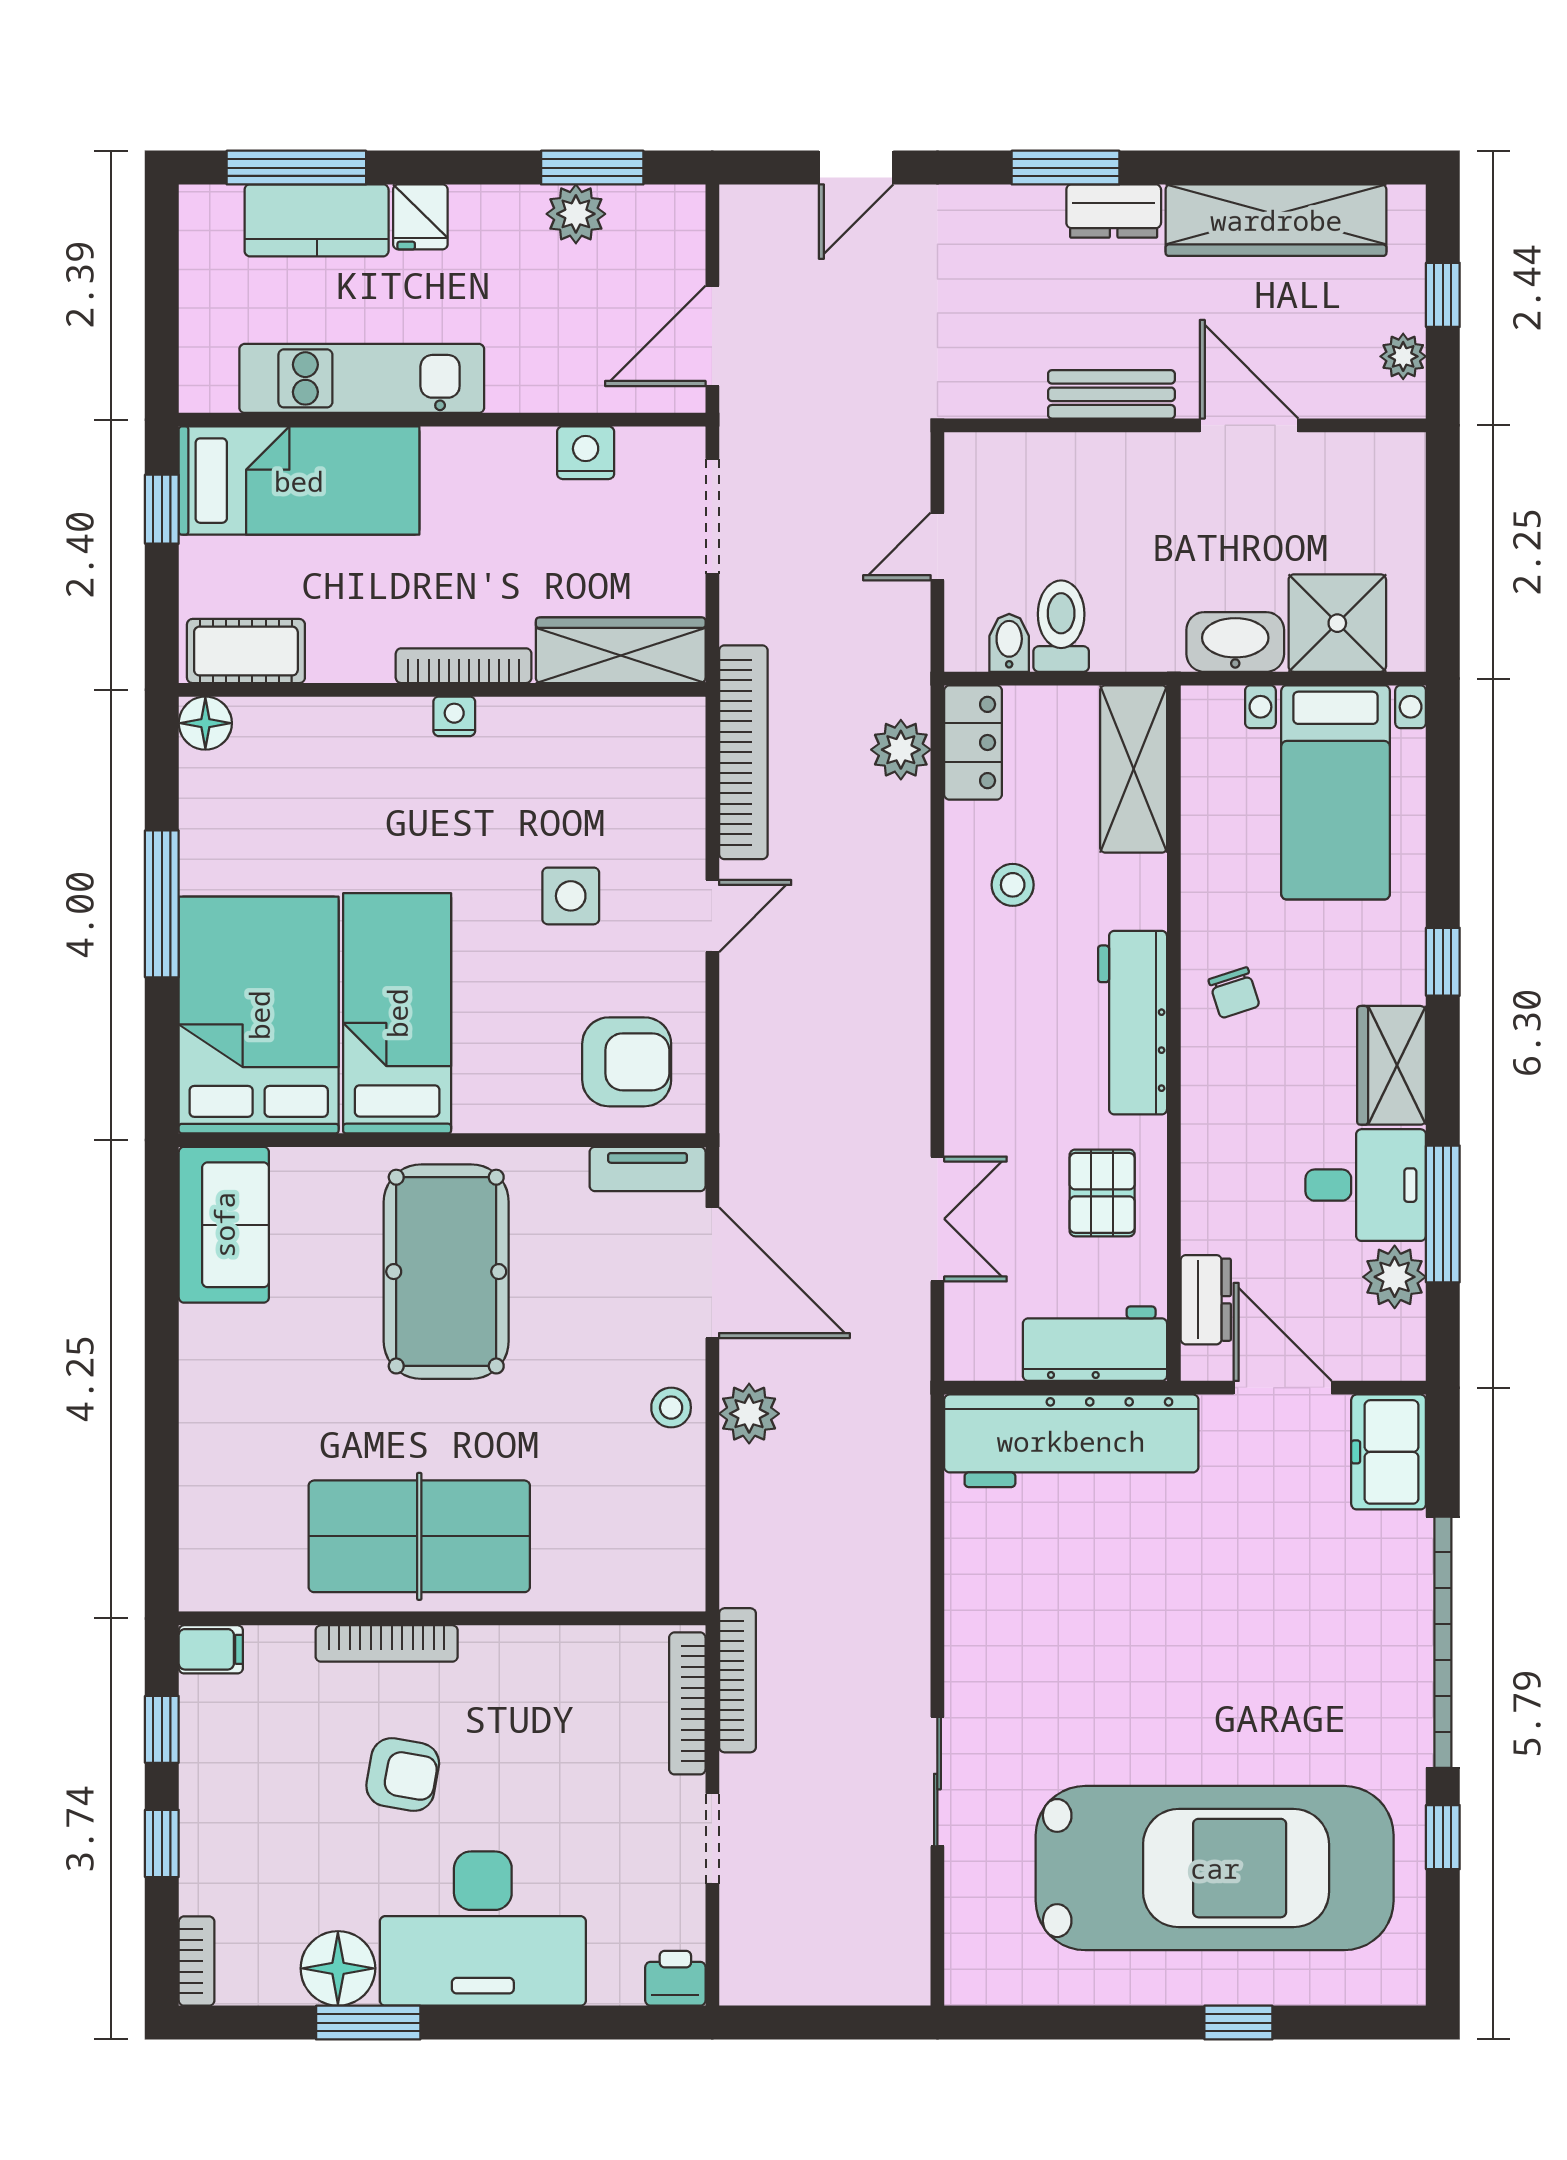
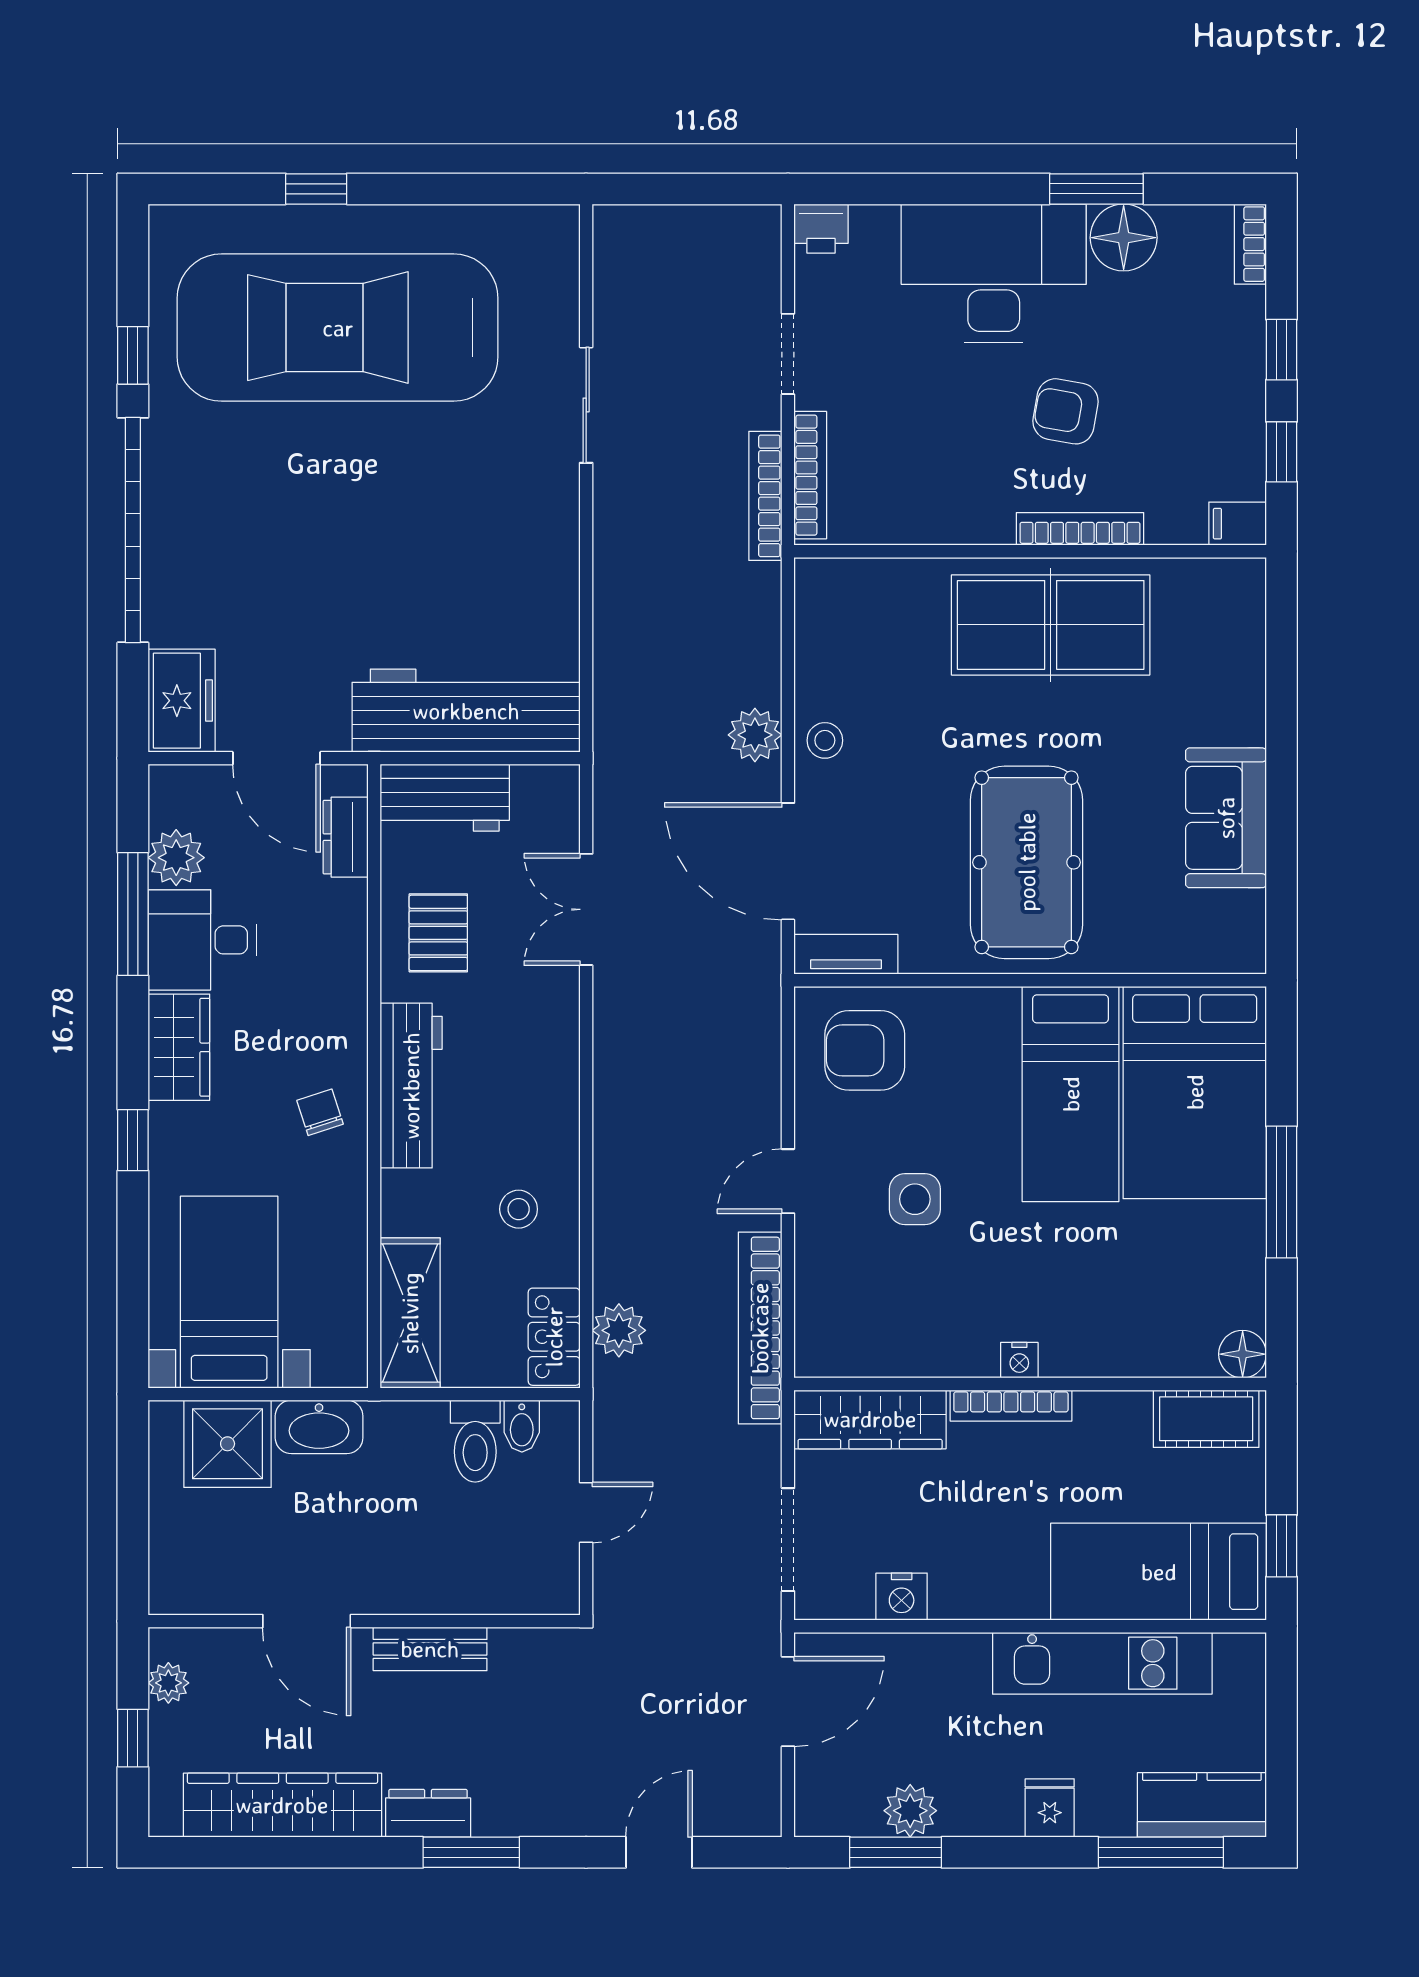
kitchen counter: (317, 220) -> (1202, 1805), moved
sofa: (224, 1225) -> (1226, 818), moved

